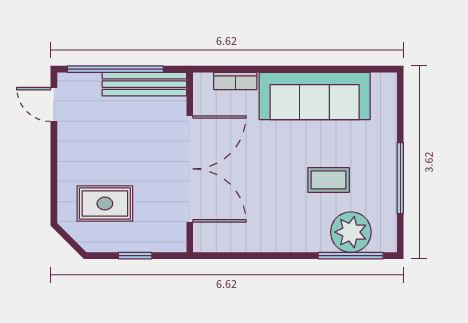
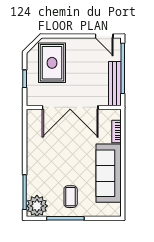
door: (54, 104) -> (104, 36), swing flipped
coffee table: (329, 180) -> (71, 197), moved
rug: (105, 204) -> (52, 63), width x1.36, depth x1.43
plant: (351, 232) -> (37, 206), moved

